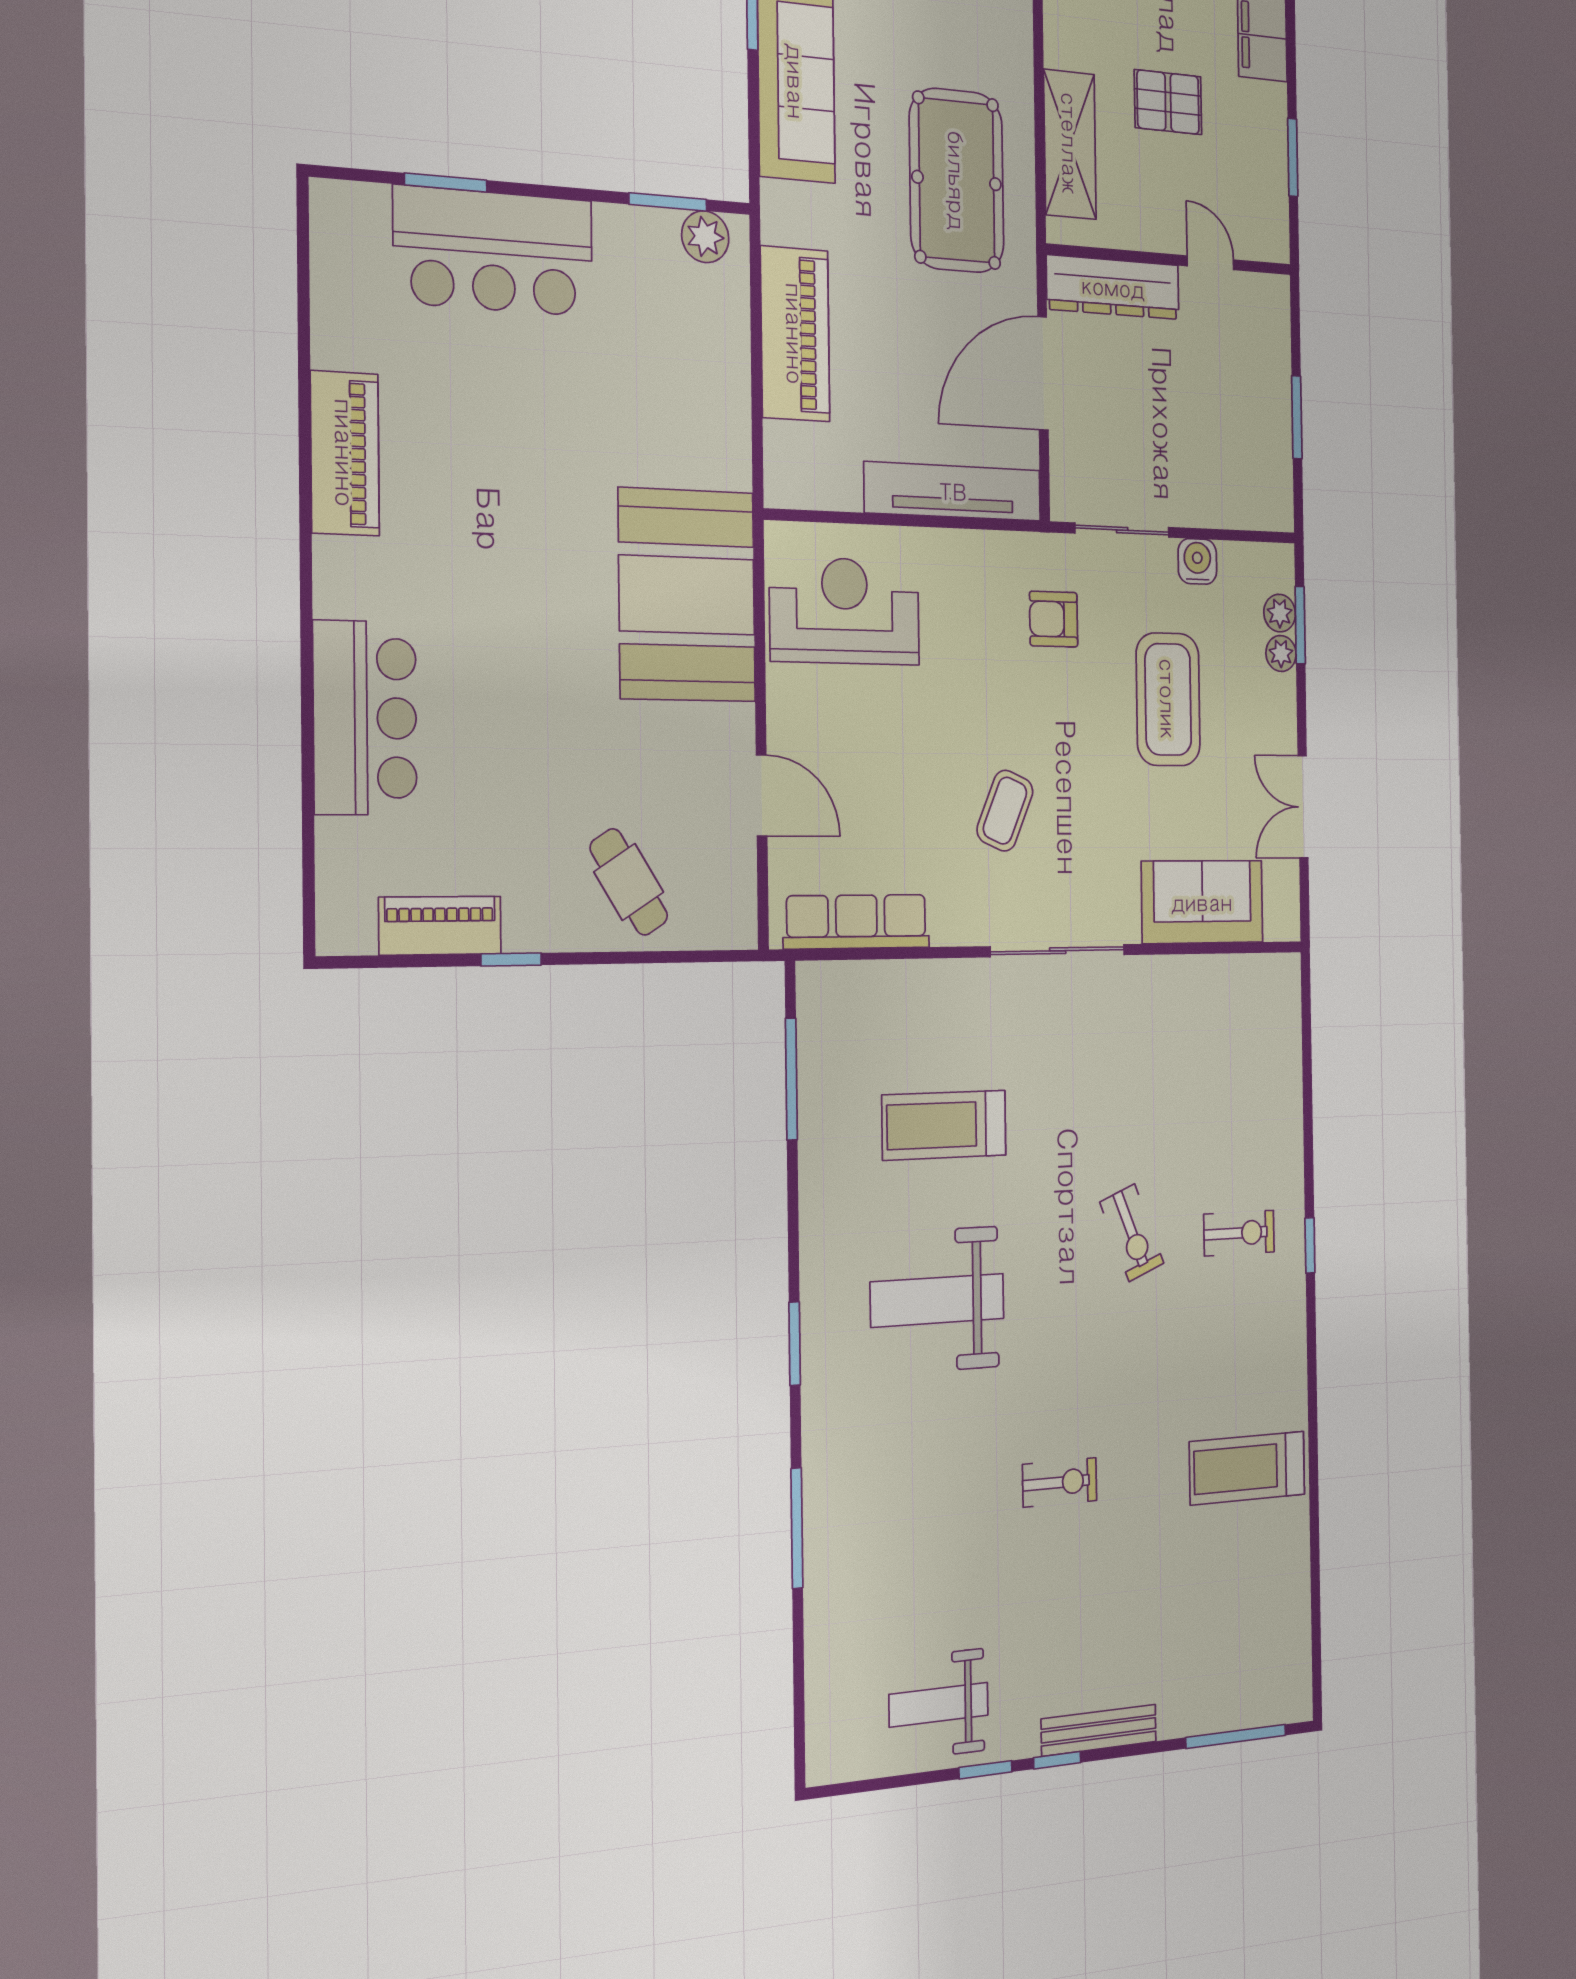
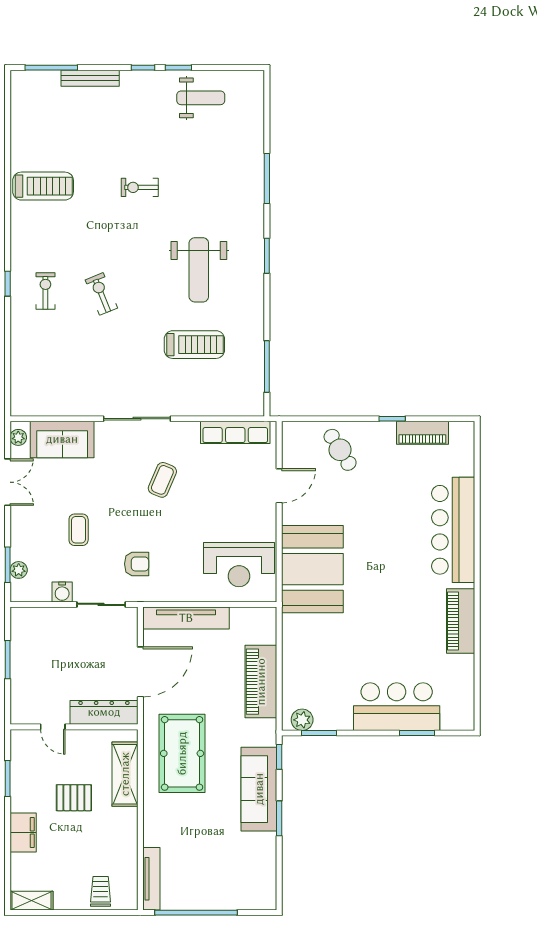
window: (754, 153) -> (279, 757), added
plant: (1281, 653) -> (18, 437), moved
coffee table: (1168, 699) -> (79, 530), width x0.54, depth x0.58
bar counter: (365, 718) -> (453, 530), width x1.36
door: (762, 796) -> (279, 486), swing flipped
exercise bike: (1239, 1233) -> (45, 291), turned 90
weight bench: (937, 1300) -> (199, 270), turned 90
bench: (1099, 1730) -> (90, 78), moved

